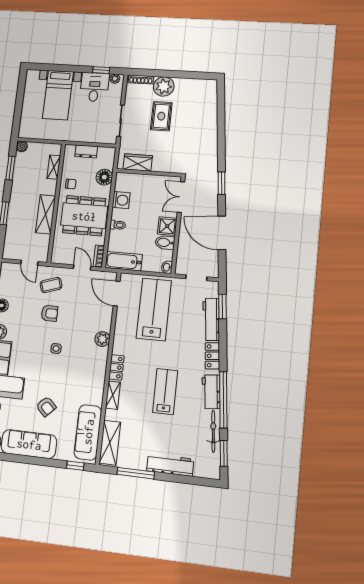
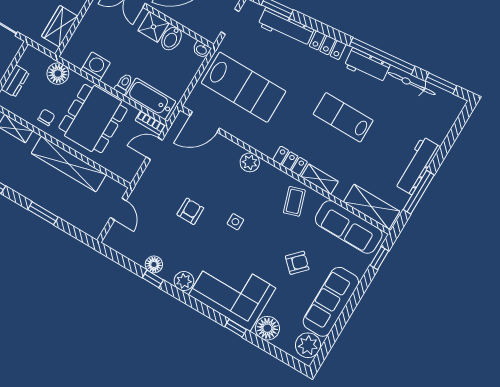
shelving: (46, 214) -> (69, 164), width x1.47
bathtub: (124, 261) -> (151, 99), moved, turned 90
door: (29, 263) -> (118, 209), hinge flipped
coffee table: (51, 285) -> (294, 201), moved
lab bench: (154, 309) -> (244, 87), turned 180
workbench: (170, 465) -> (417, 166), moved

